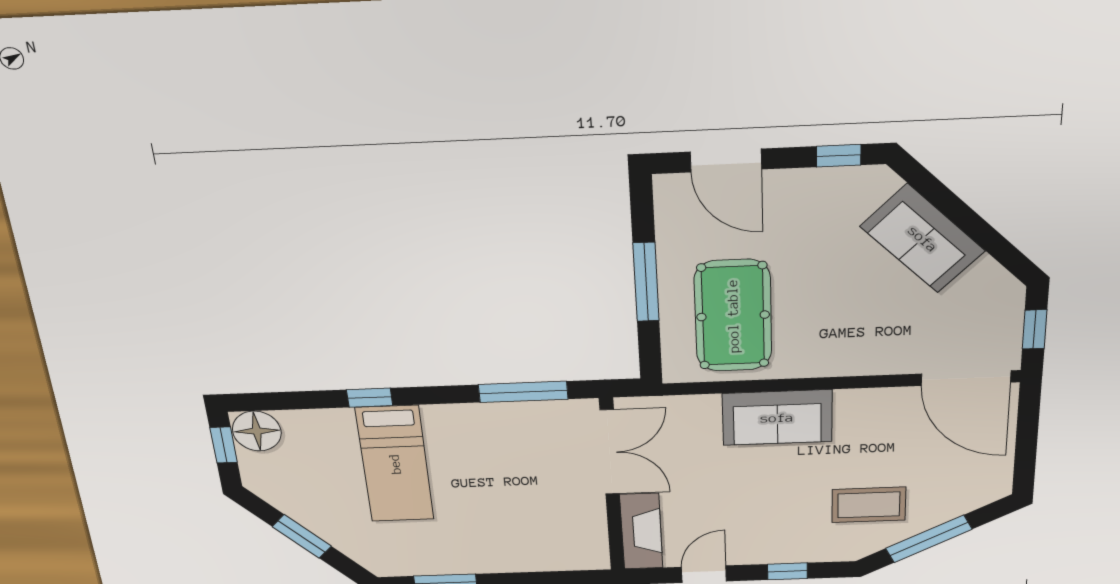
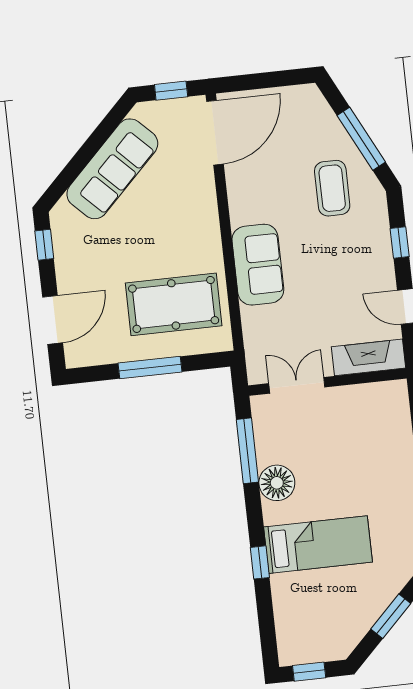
sofa: (923, 239) -> (112, 169), width x1.36
floor lamp: (257, 431) -> (277, 483), moved
double door: (610, 452) -> (297, 385), width x0.73

